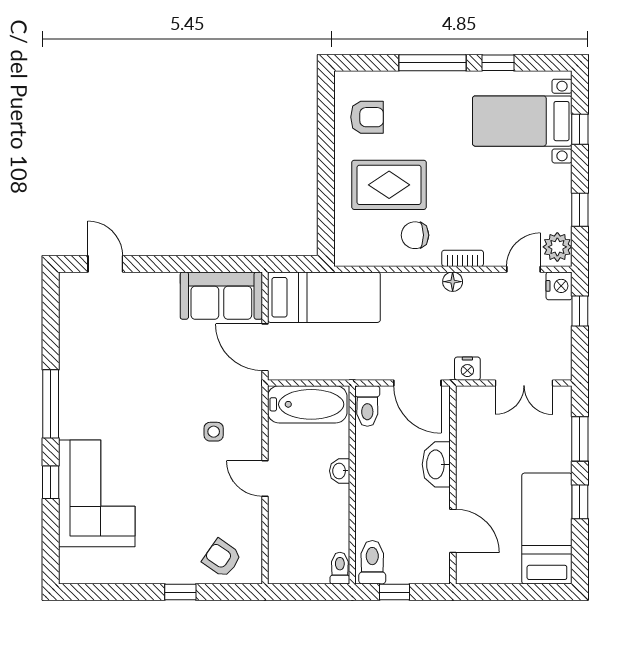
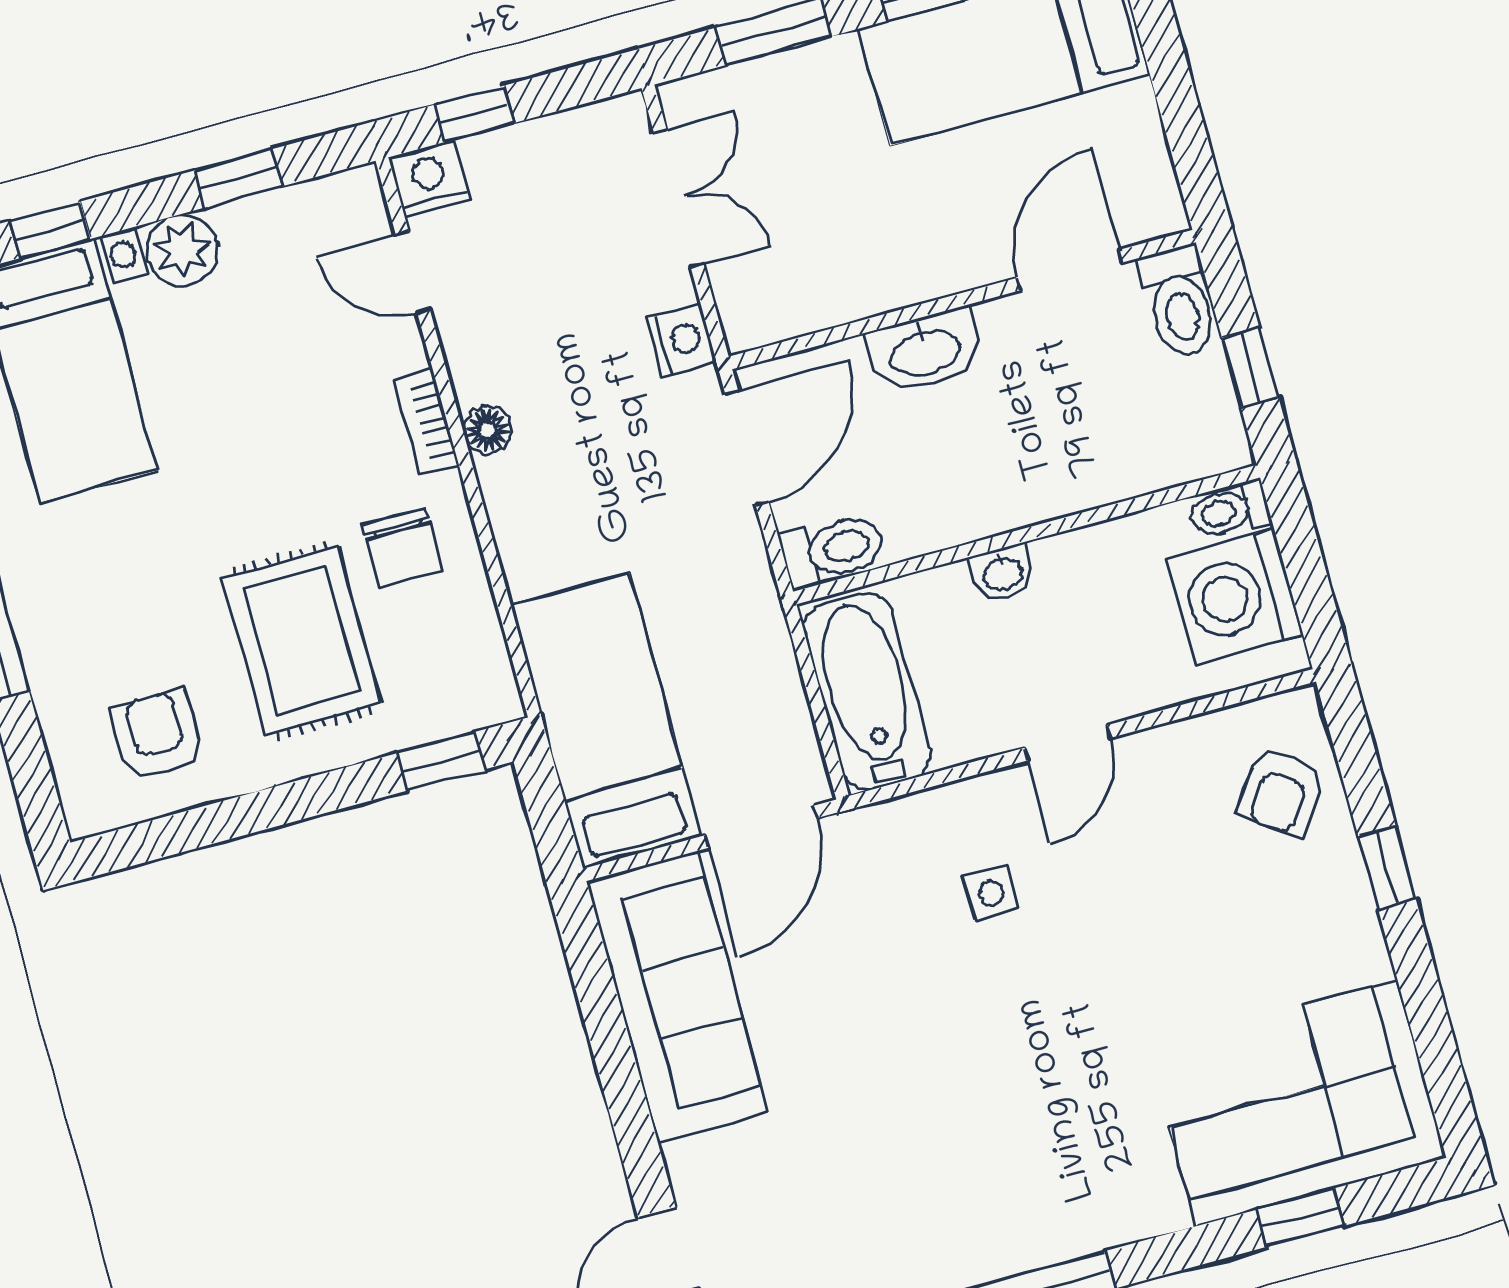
window: (326, 227) -> (442, 761), added
plant: (557, 247) -> (182, 250), moved
sofa: (221, 296) -> (677, 997), width x1.36
window: (51, 482) -> (1300, 1218), moved
corner sofa: (97, 493) -> (1297, 1103), moved
washing machine: (305, 561) -> (1235, 596), added
toilet: (372, 562) -> (1179, 302), moved, turned -90

